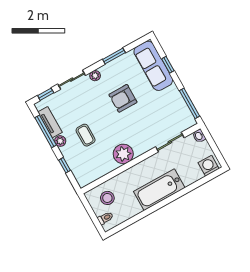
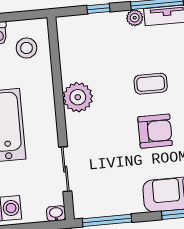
armchair: (123, 98) -> (155, 131), turned 90
coffee table: (86, 135) -> (151, 84), moved

